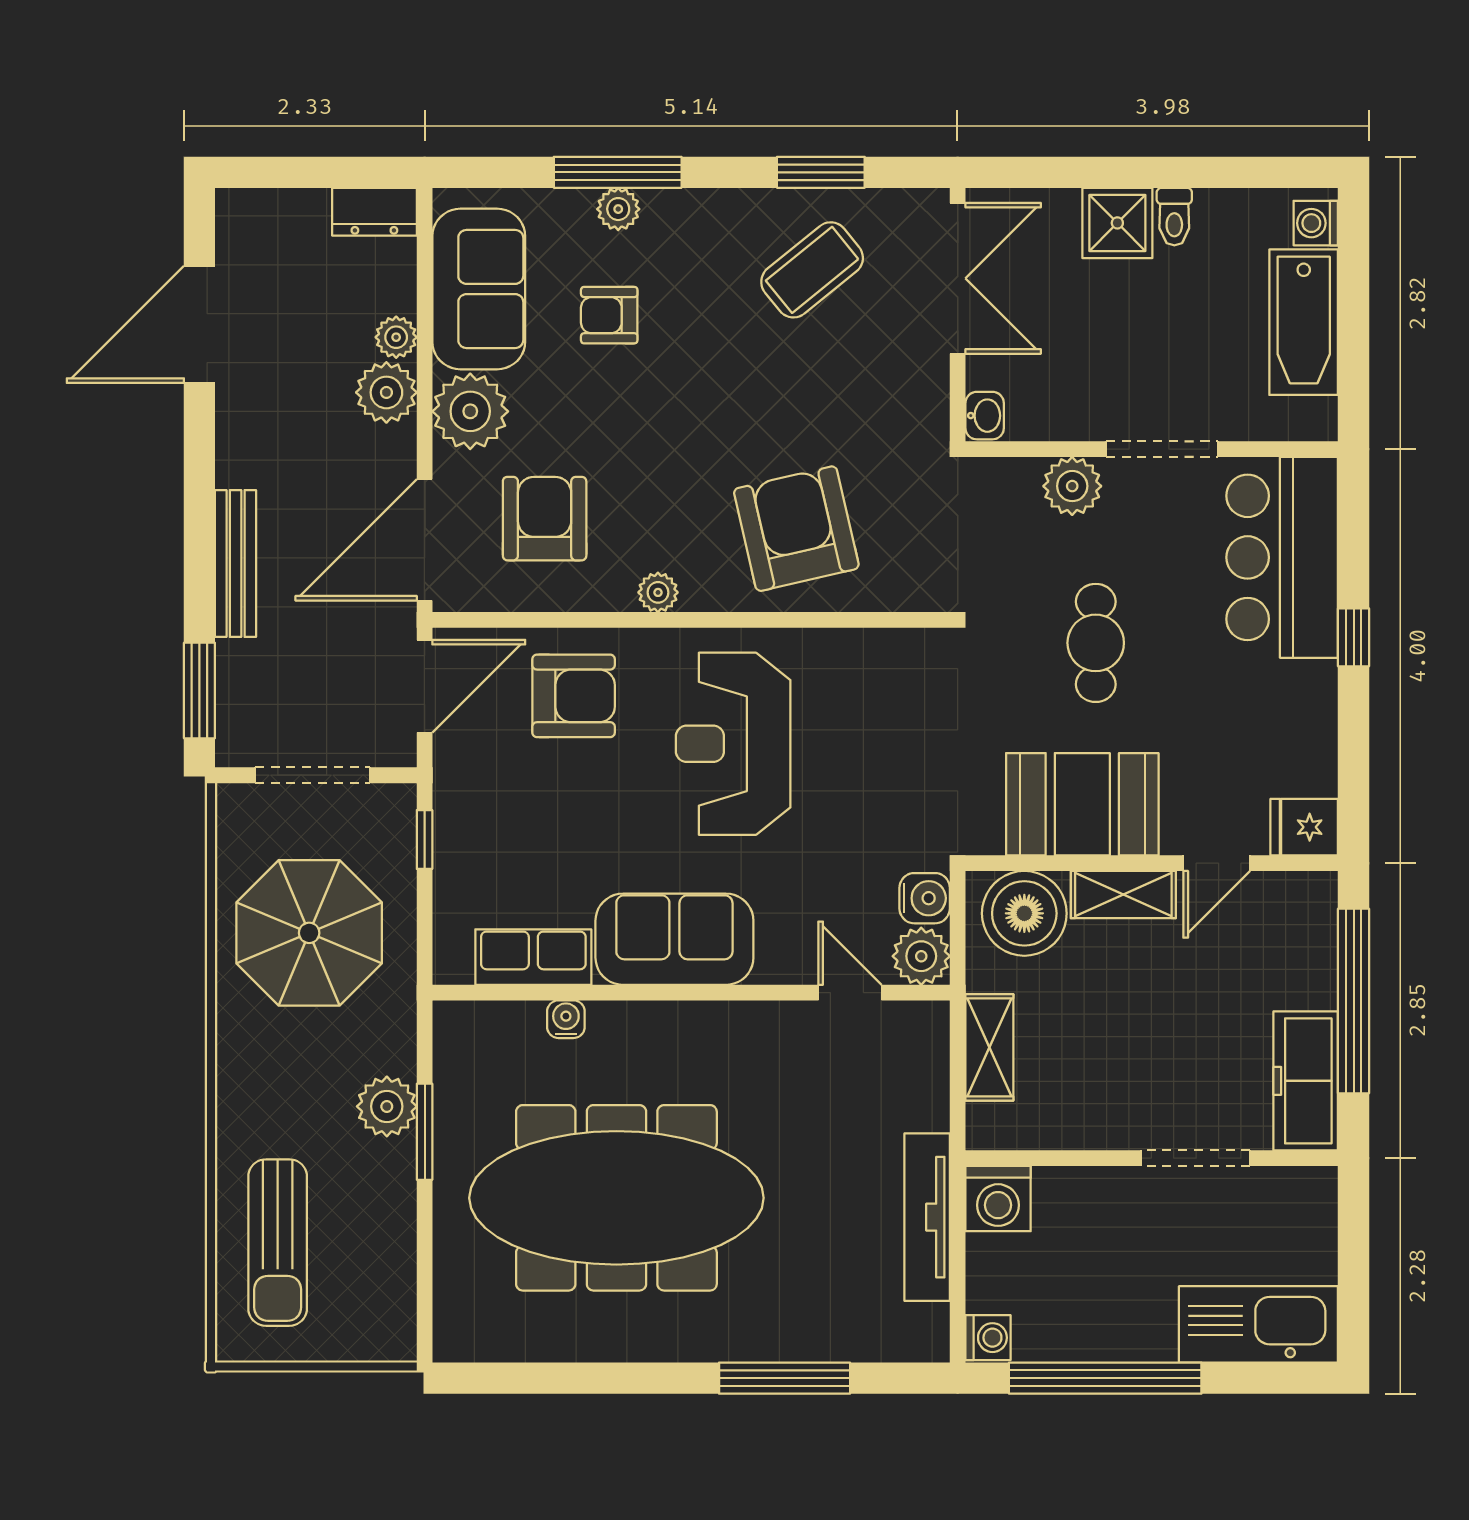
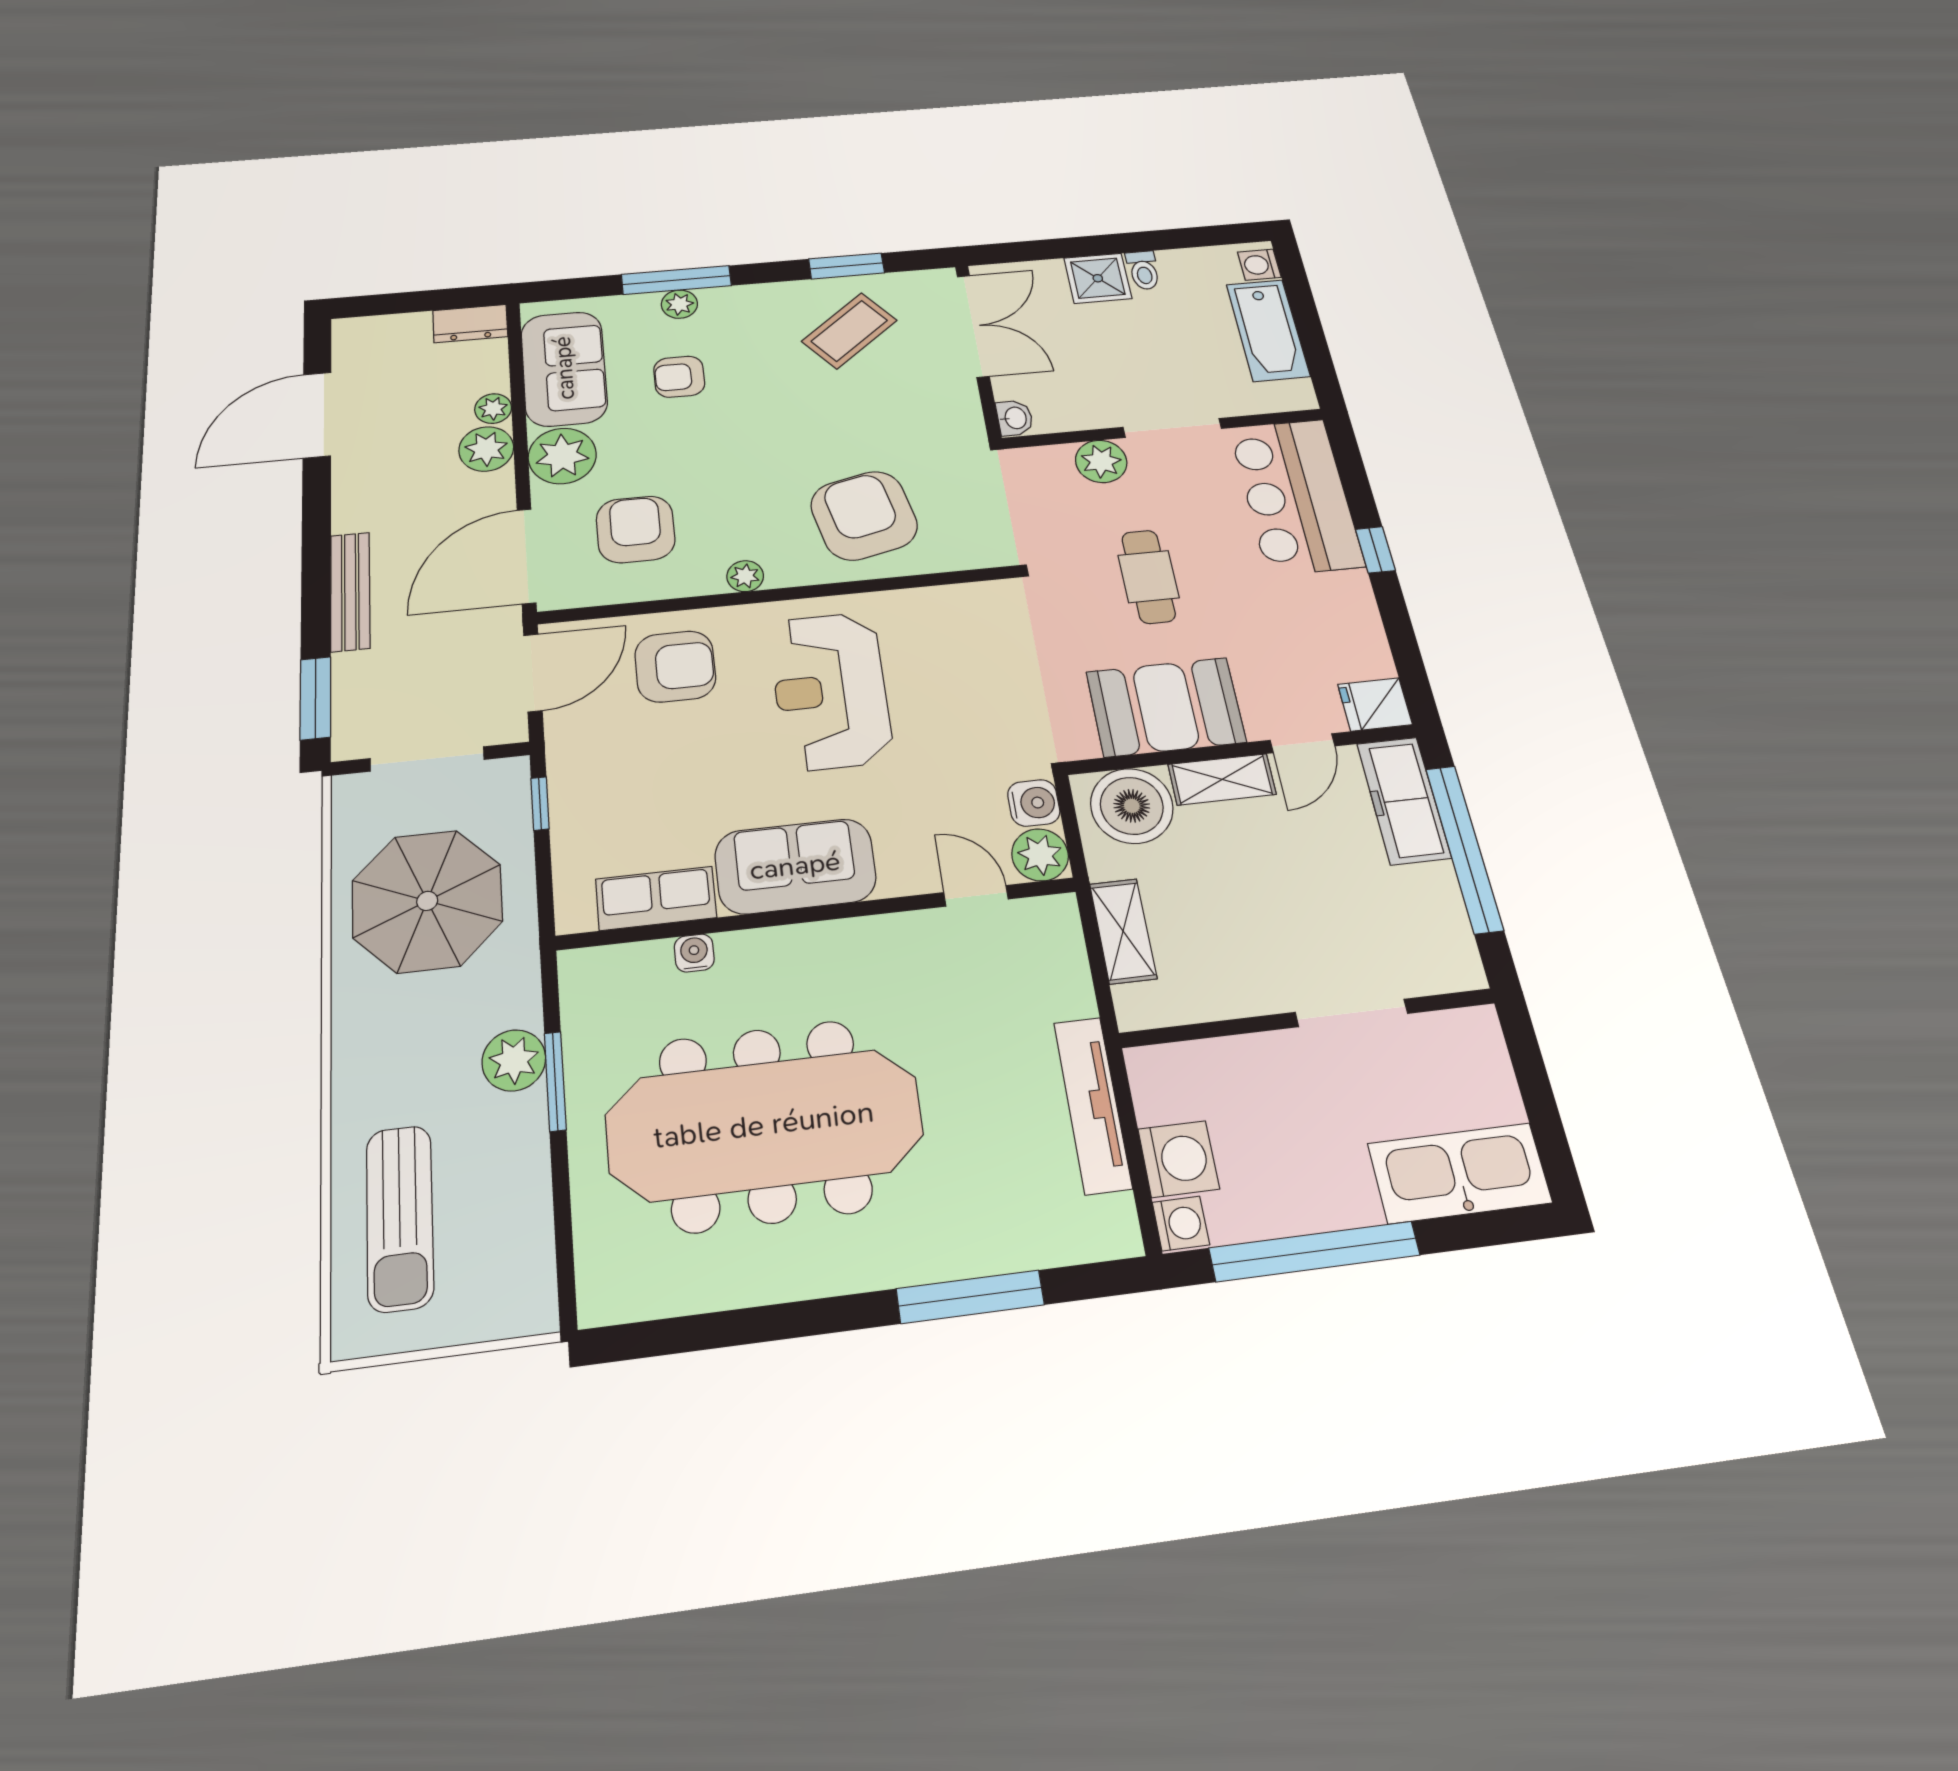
freezer: (1306, 1081) -> (1404, 800), moved
washing machine: (998, 1199) -> (1179, 1159), moved, turned -90

